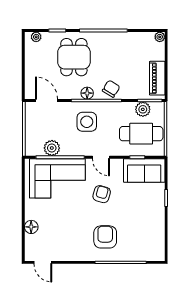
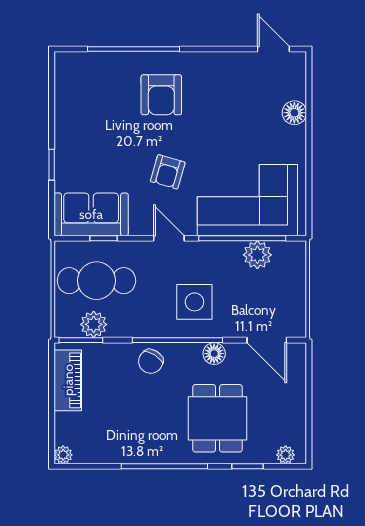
floor lamp: (87, 93) -> (214, 354), moved

